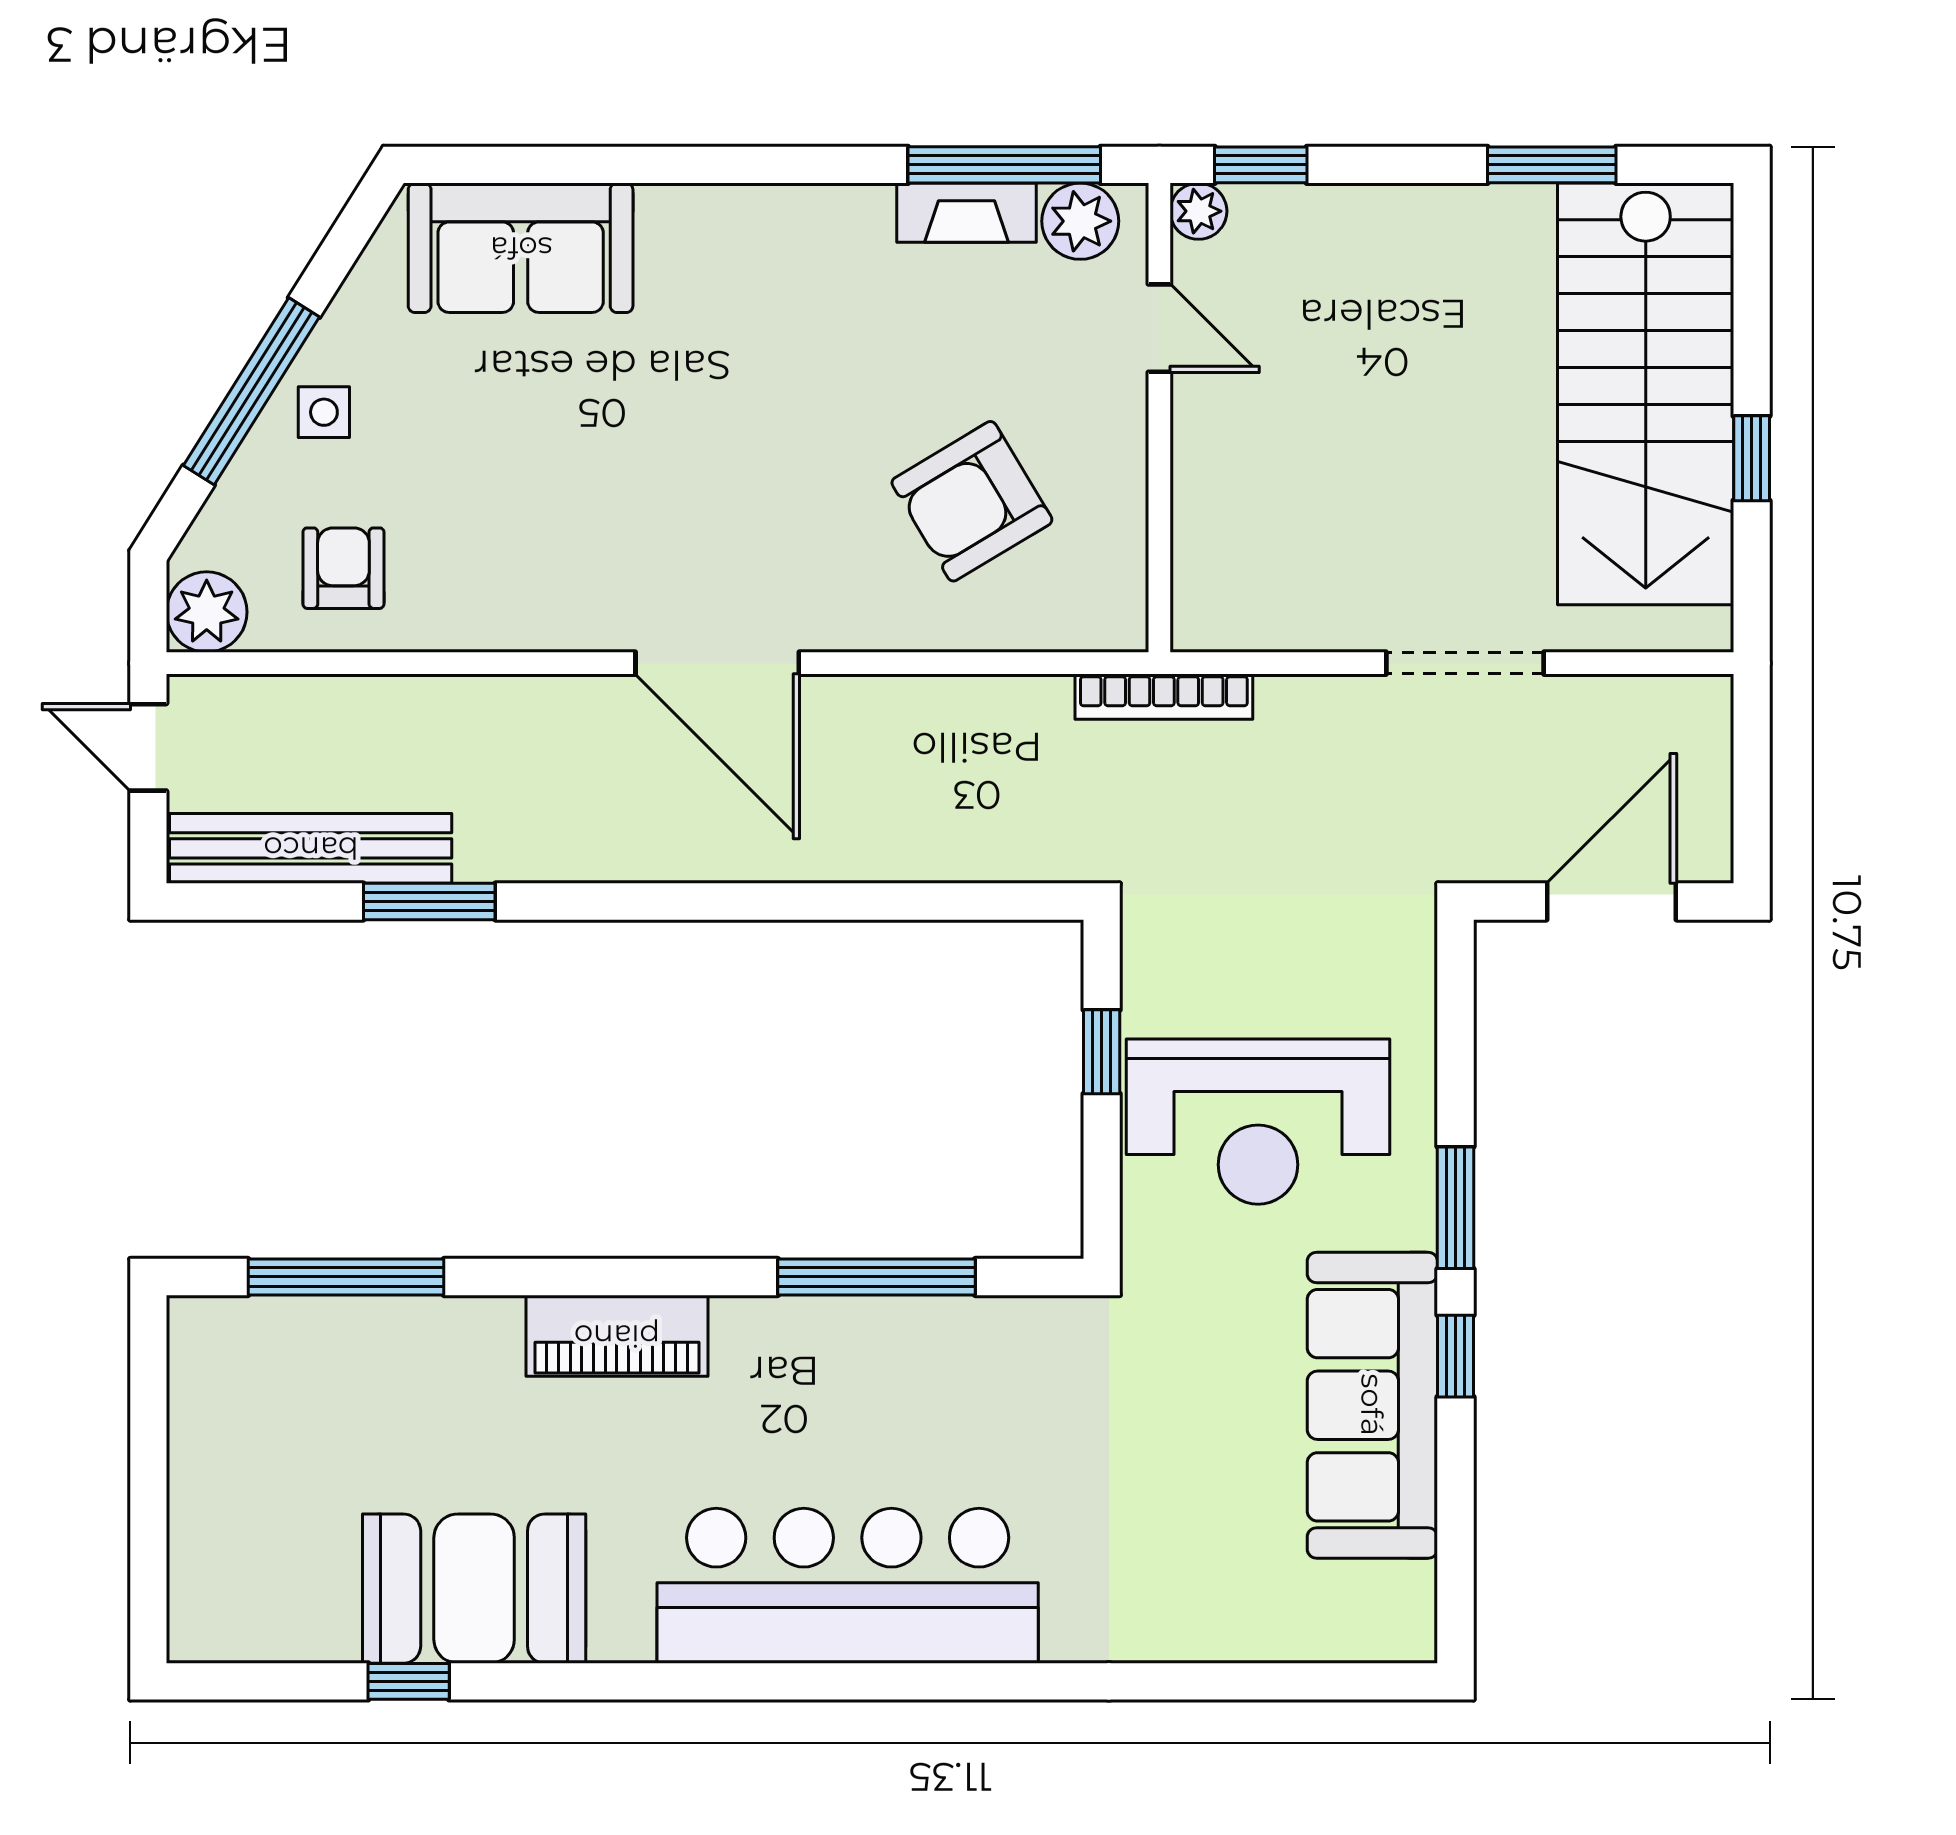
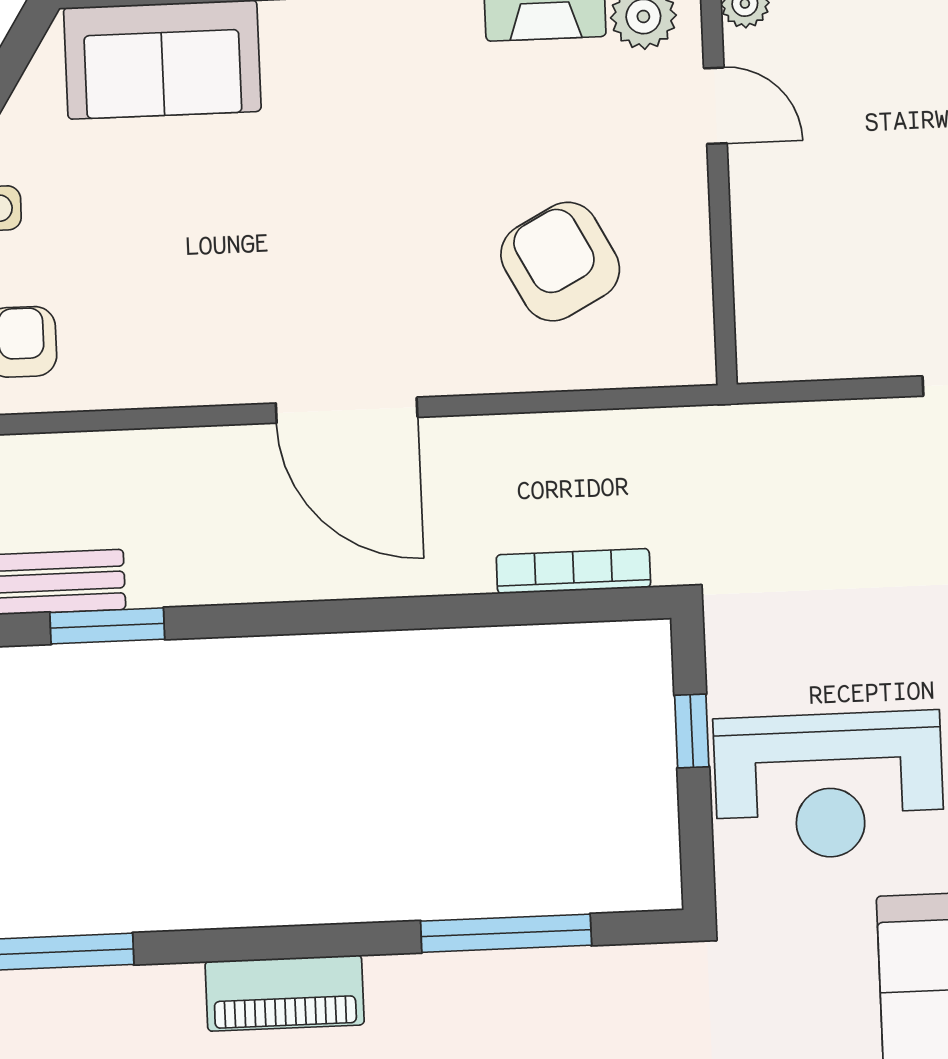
armchair: (972, 501) -> (560, 262), turned 93
bookcase: (1164, 697) -> (573, 571), moved, turned 180

